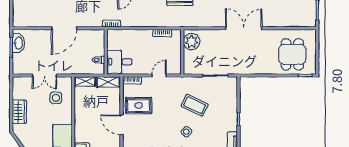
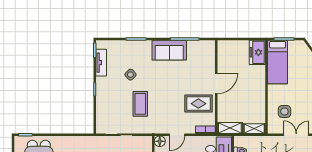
floor lamp: (176, 69) -> (160, 141), added
coffee table: (195, 105) -> (140, 104), turned 64
door: (121, 125) -> (216, 83), hinge flipped
side table: (186, 132) -> (130, 75), moved

